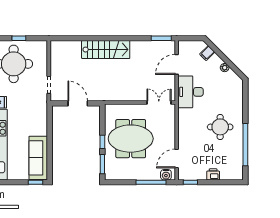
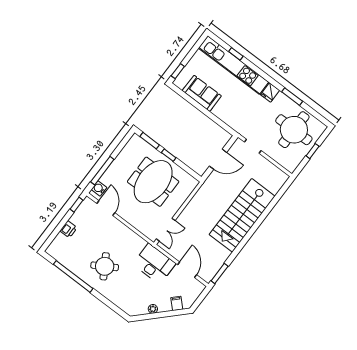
stairs: (106, 50) -> (242, 215), width x1.36, depth x1.51
round table: (220, 127) -> (105, 266), turned -31
sofa: (38, 158) -> (202, 93), width x0.73

